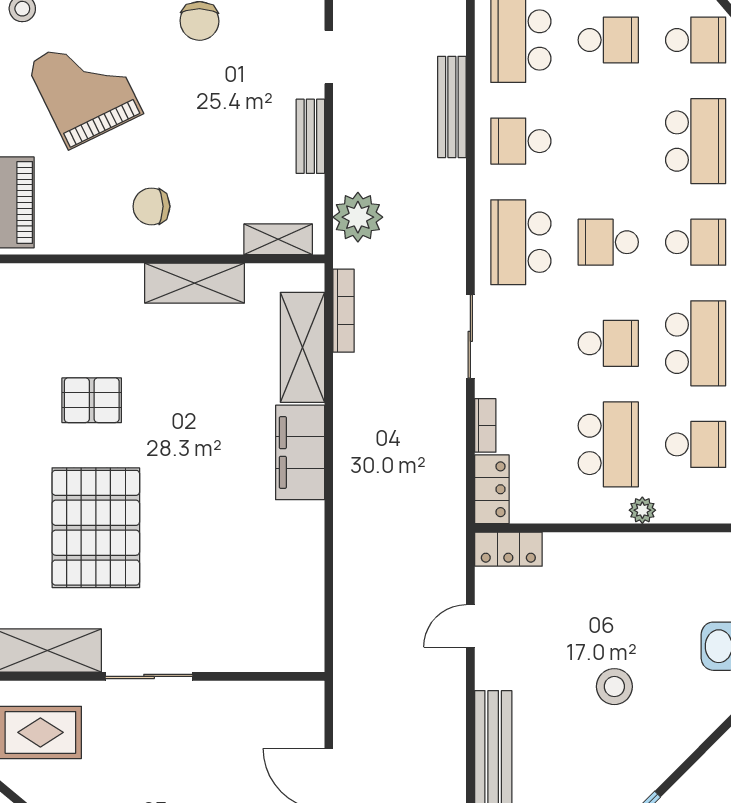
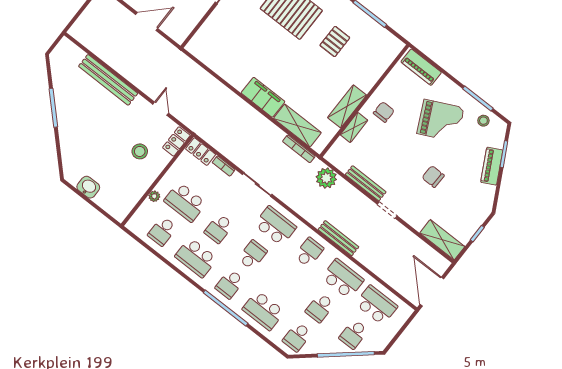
bench: (310, 136) -> (366, 183), width x1.36
shelving: (278, 239) -> (354, 128), moved
stool: (614, 687) -> (140, 151), moved

